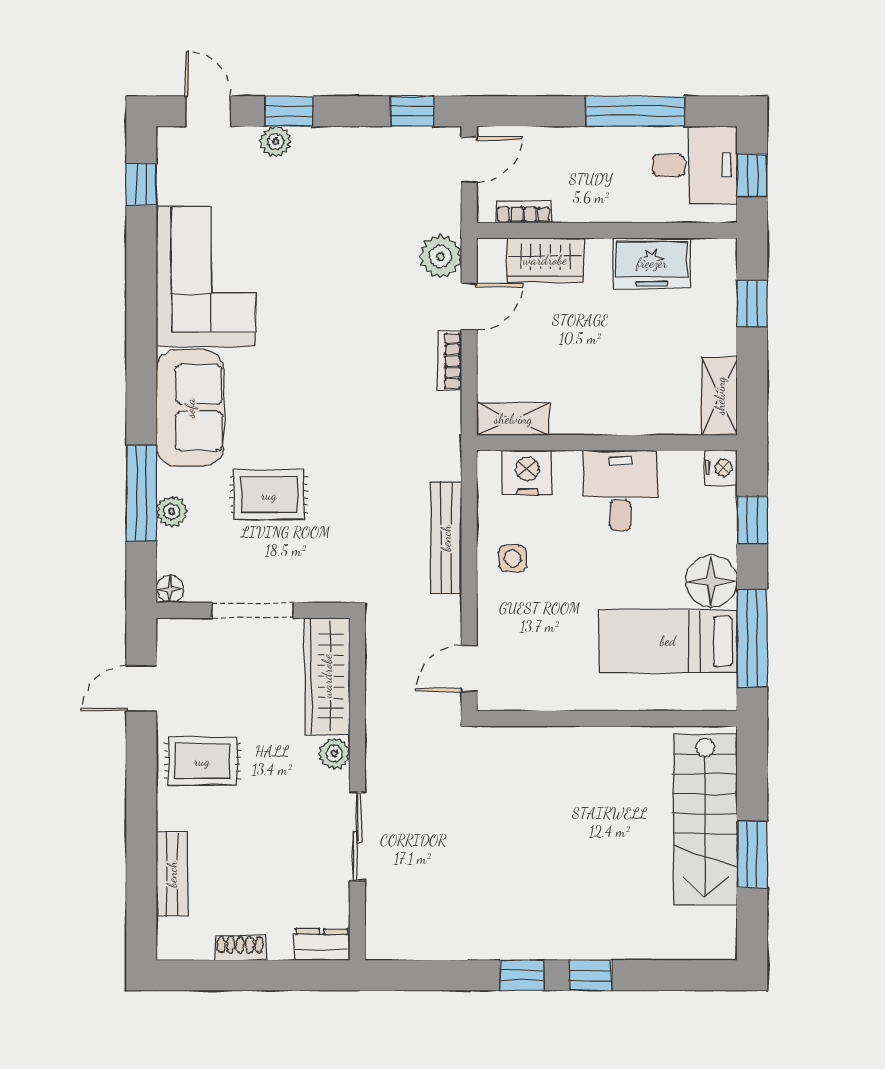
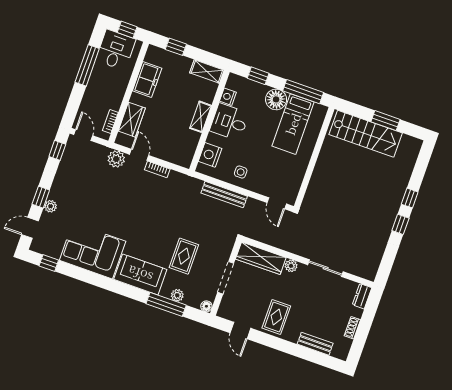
shelving: (513, 419) -> (201, 117), moved
nightstand: (721, 468) -> (228, 97), moved, turned -90

